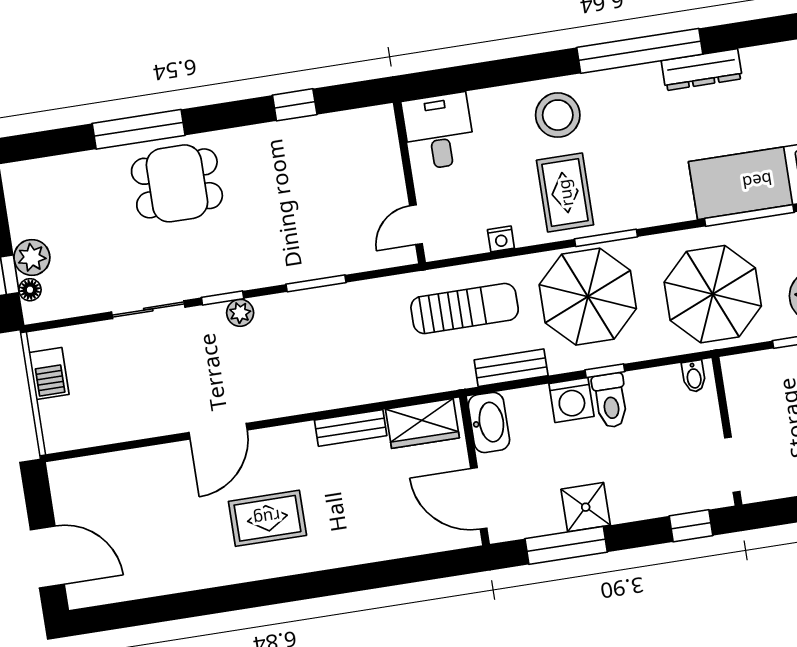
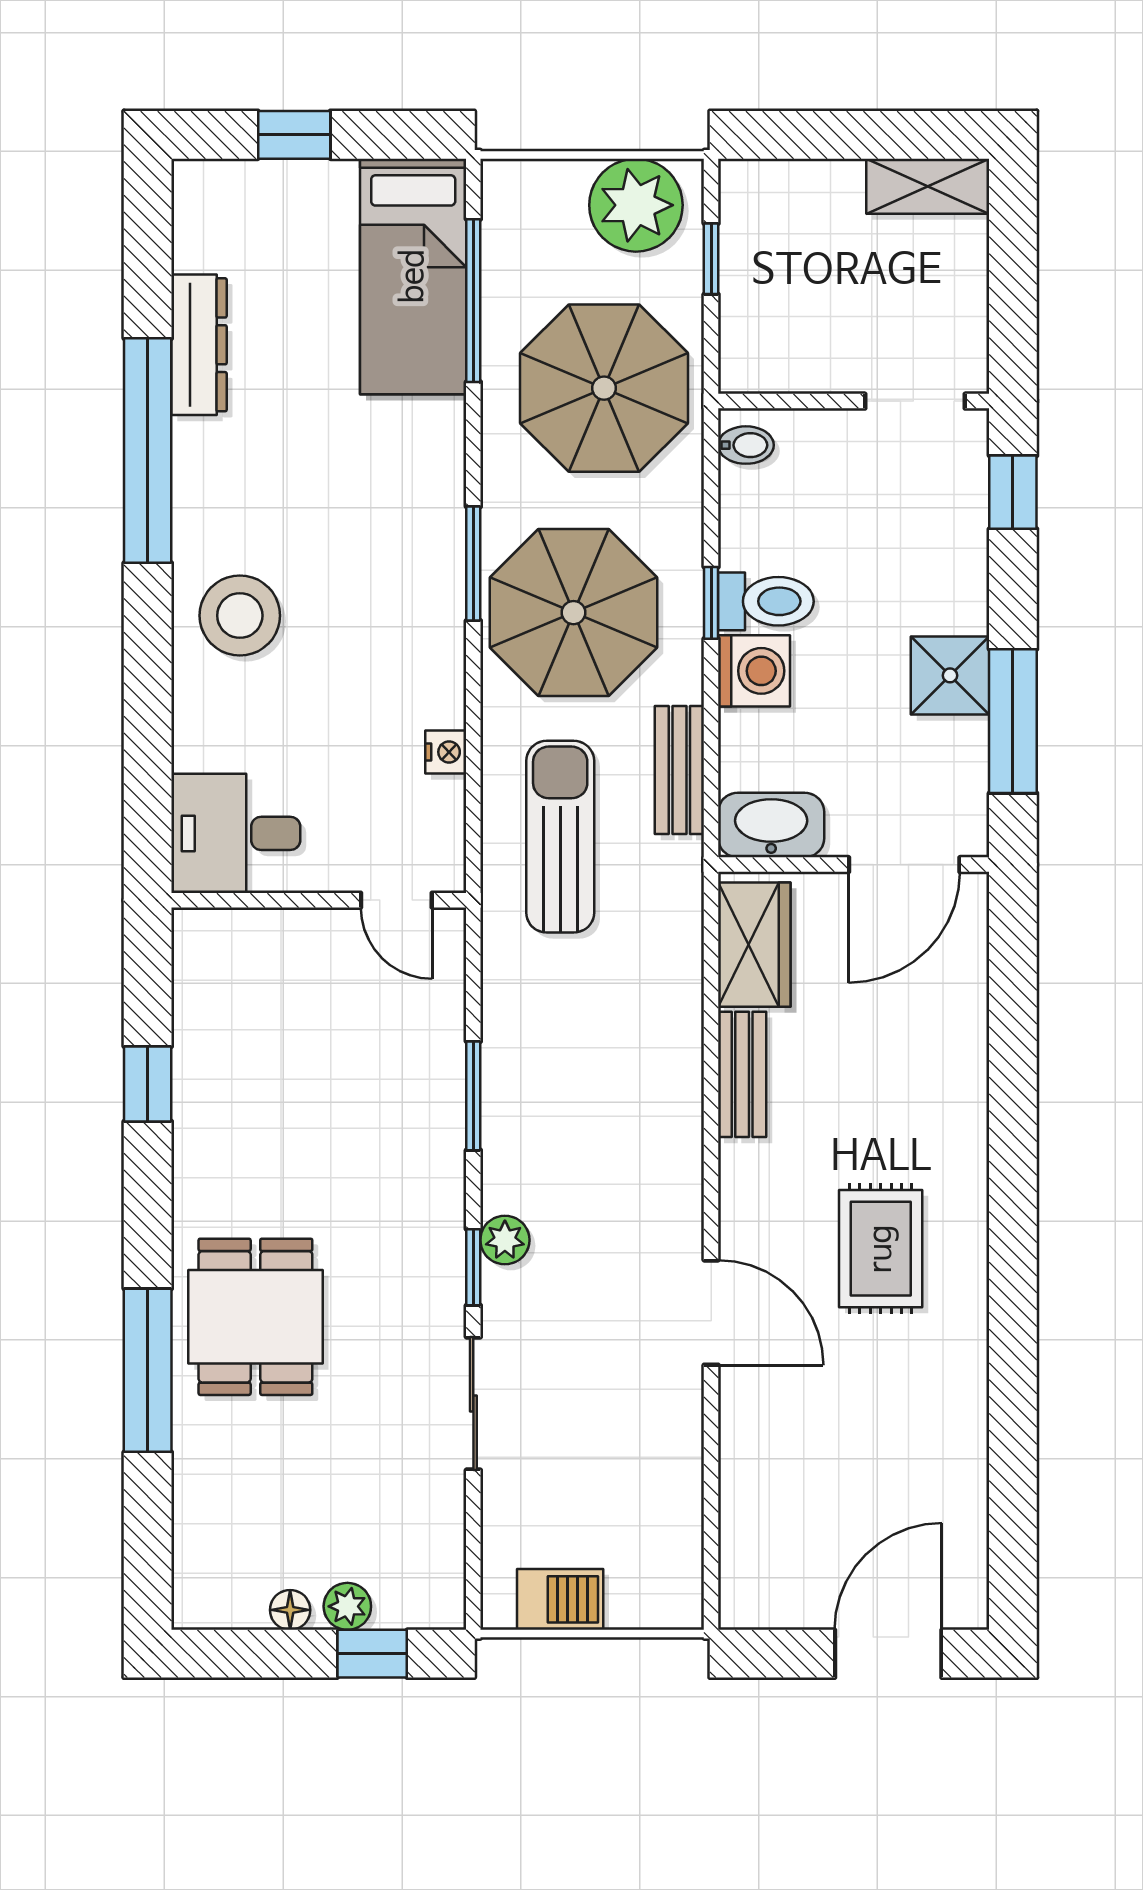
rug: (565, 193) -> (381, 624), removed
plant: (32, 257) -> (347, 1606), width x0.73, depth x0.73
floor lamp: (30, 290) -> (290, 1610), moved

